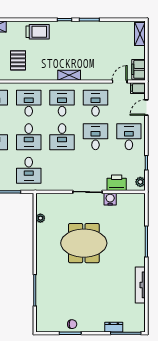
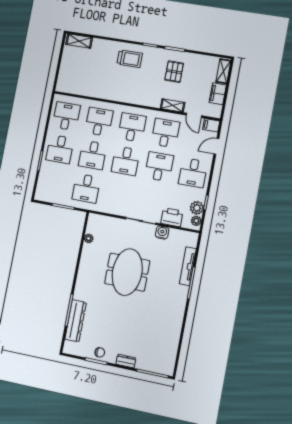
trolley: (38, 32) -> (130, 59), moved
pallet: (18, 60) -> (174, 72), moved
filing cabinet: (139, 69) -> (218, 94), moved
shelving: (69, 75) -> (173, 105), moved
door: (120, 81) -> (194, 115), swing flipped
desk: (129, 137) -> (193, 173), turned 180
plant: (139, 169) -> (197, 208), added
meeting table: (84, 243) -> (127, 272), turned 90
tv unit: (140, 285) -> (188, 266), moved
dresser: (43, 299) -> (76, 321), added
dresser: (114, 327) -> (126, 361), moved

